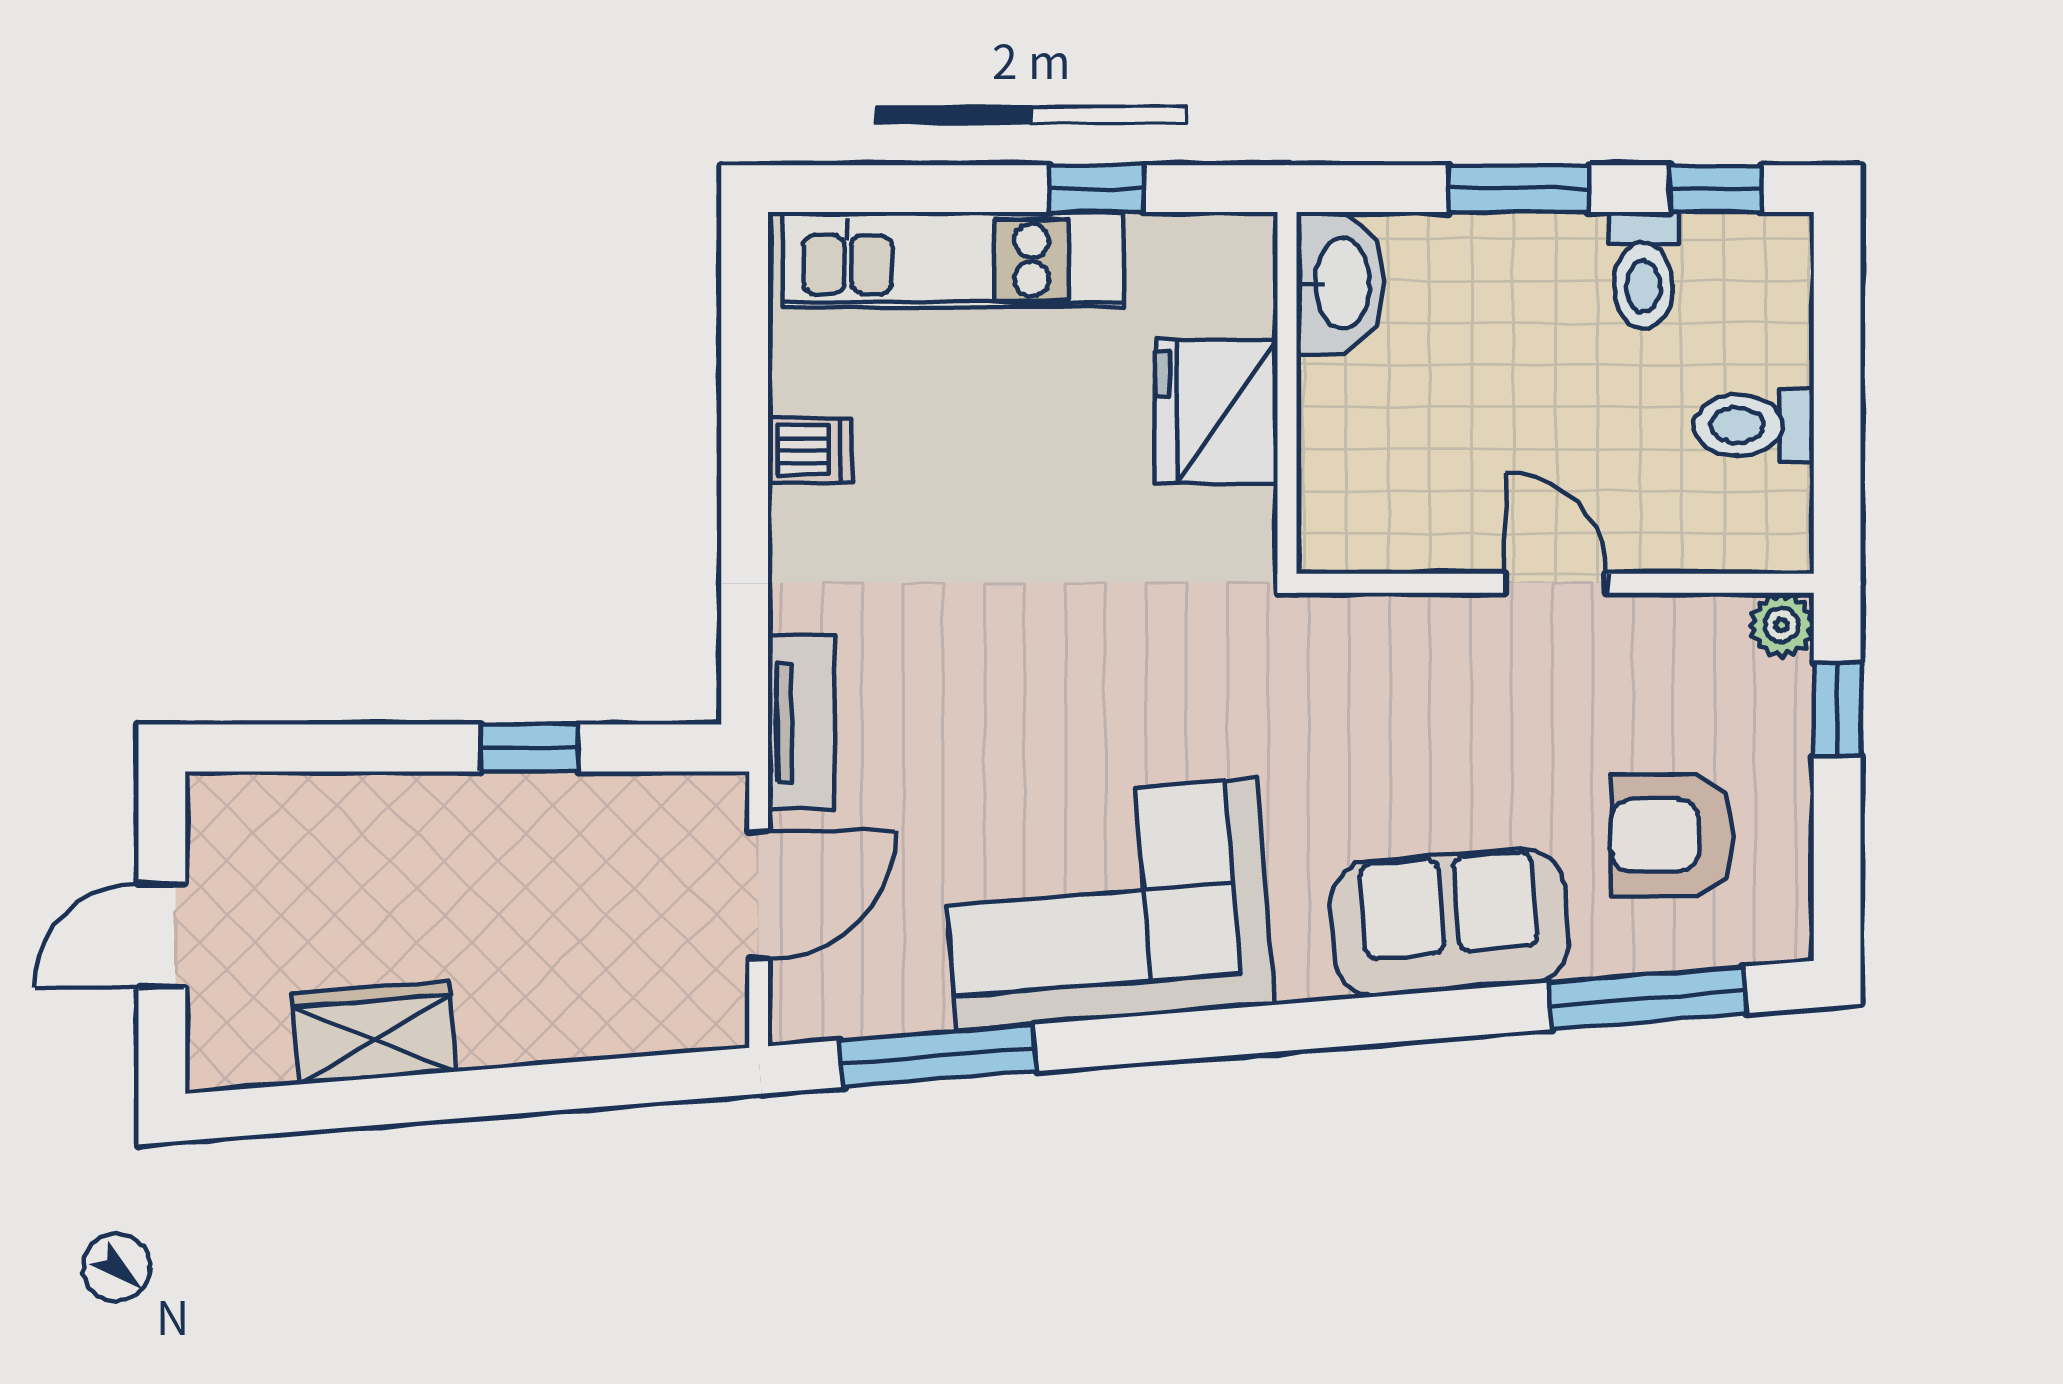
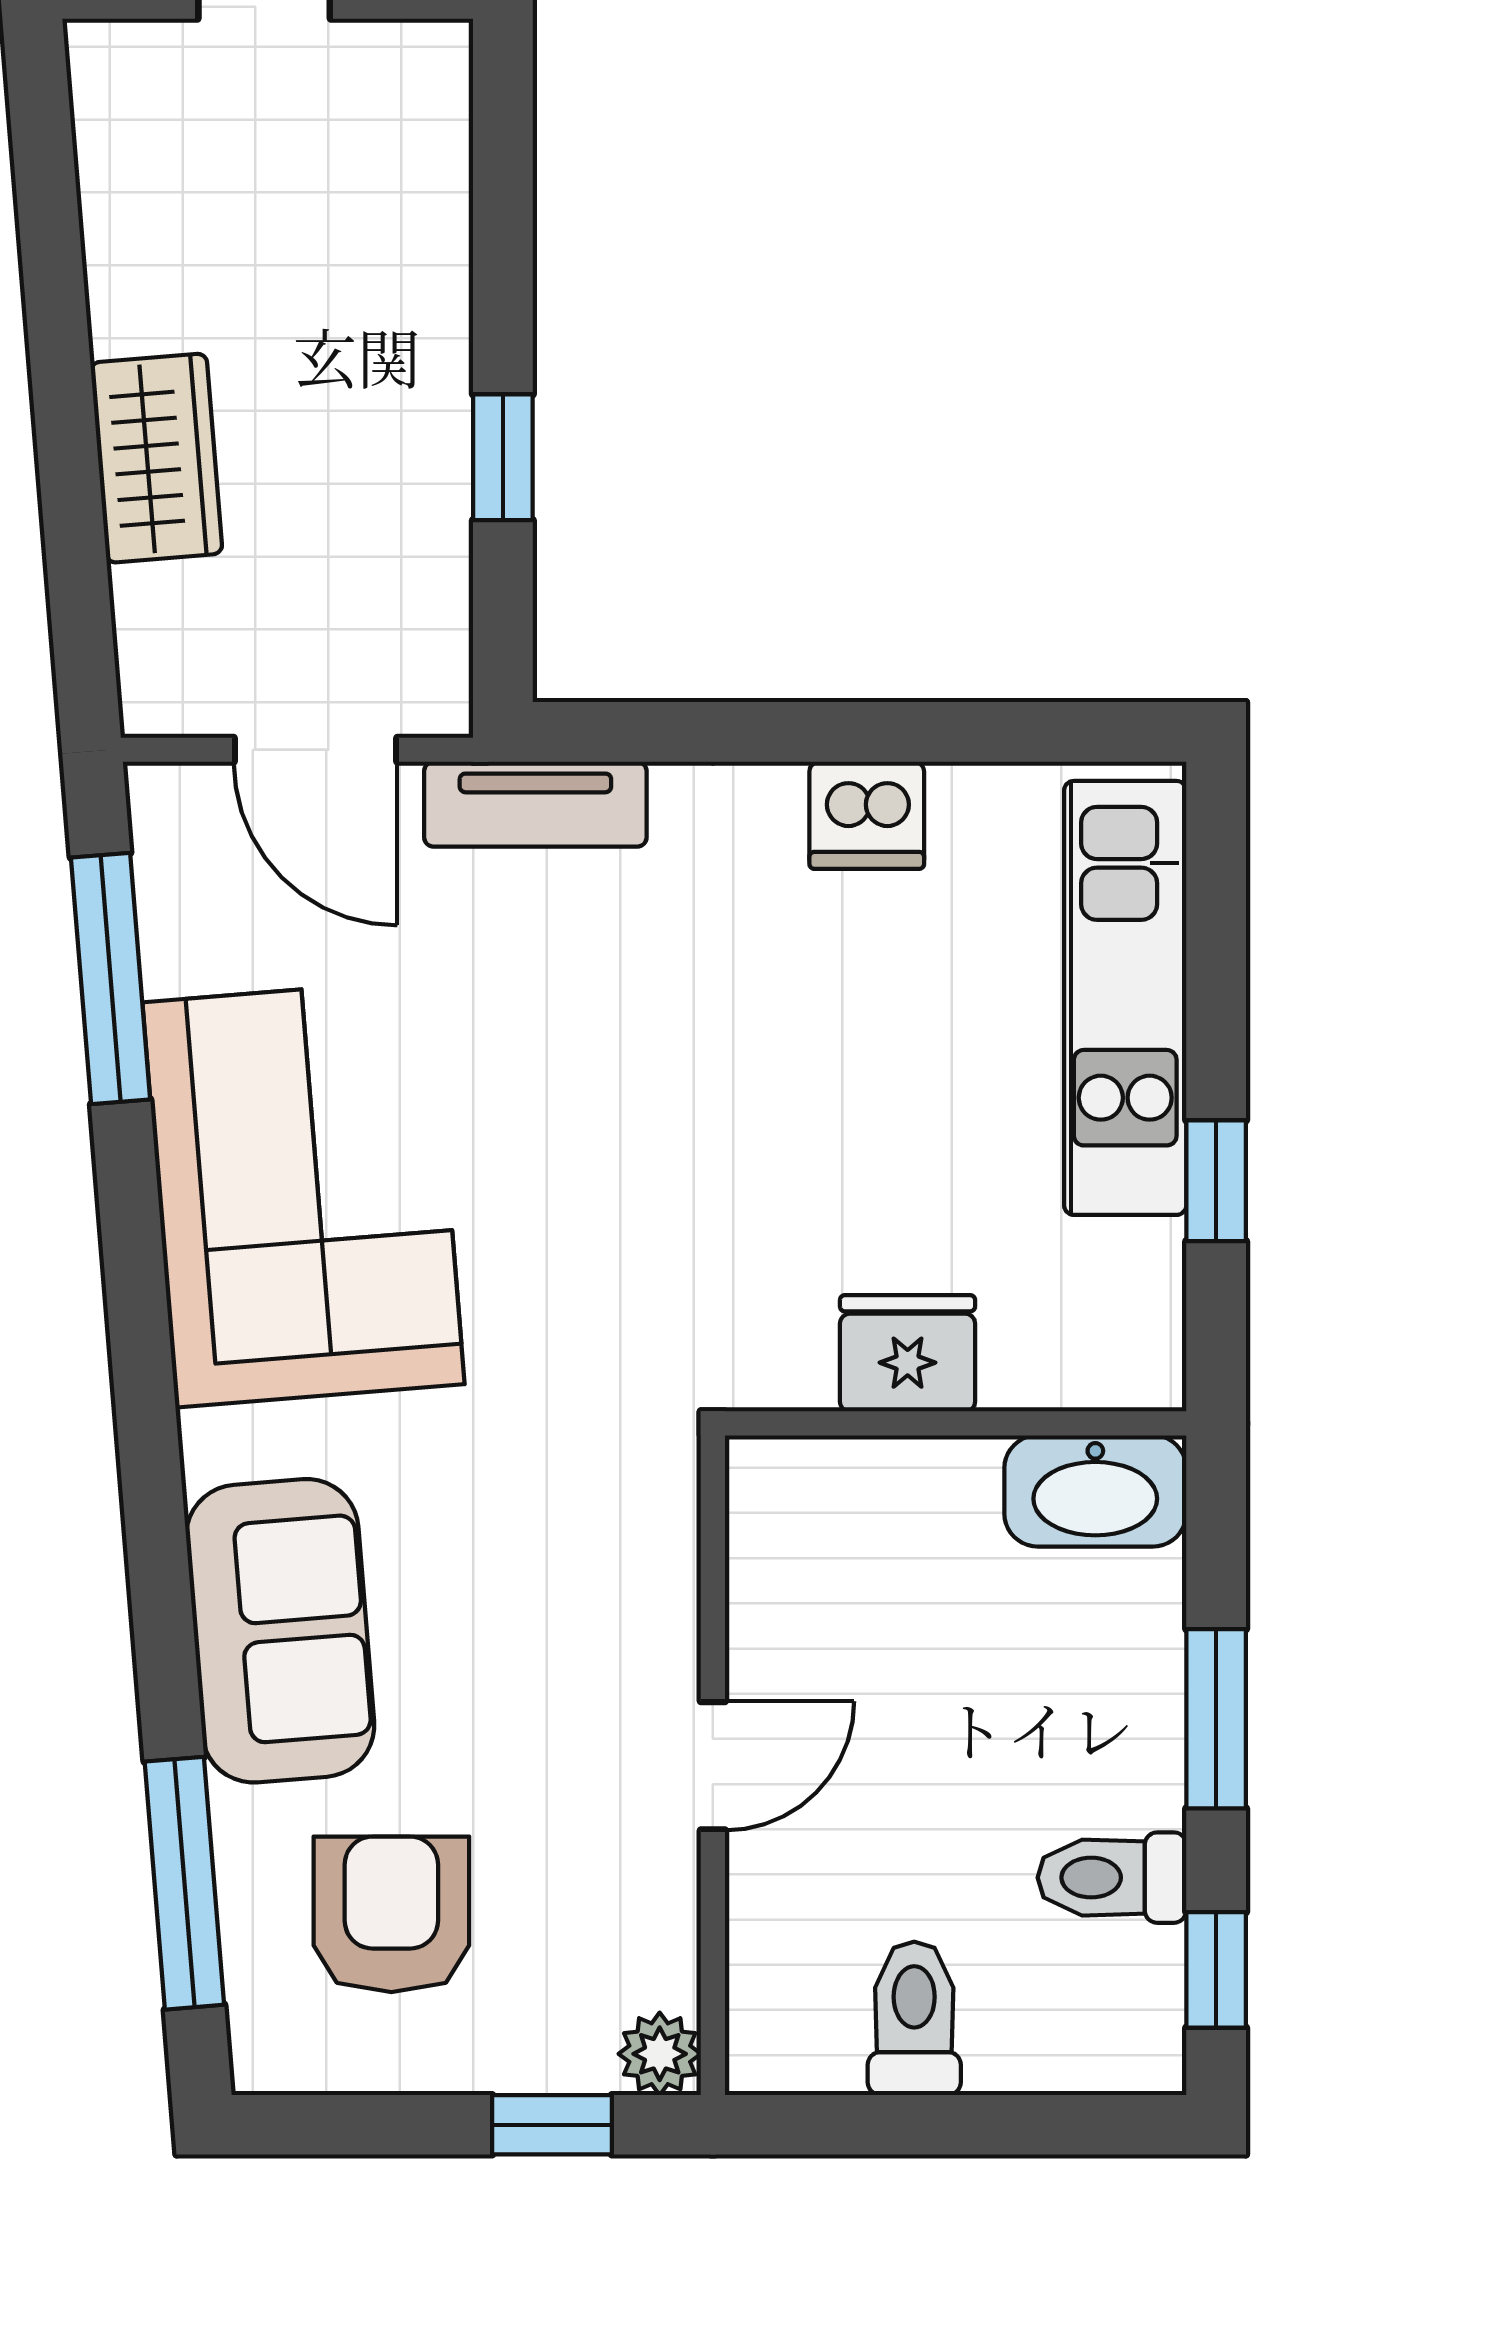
fridge: (1217, 411) -> (908, 1353), width x0.73, depth x0.75
dishwasher: (810, 450) -> (867, 815), width x1.38
wardrobe: (374, 1032) -> (156, 458), moved

